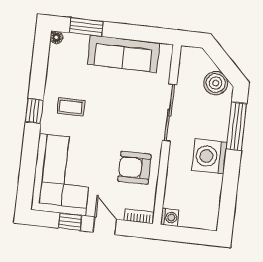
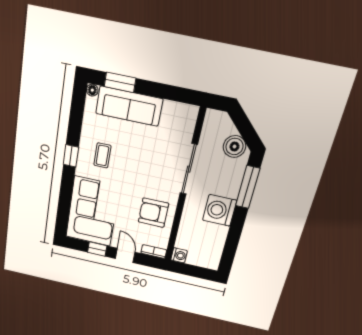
sofa: (123, 54) -> (129, 106), moved
coffee table: (71, 107) -> (102, 155), turned 90

